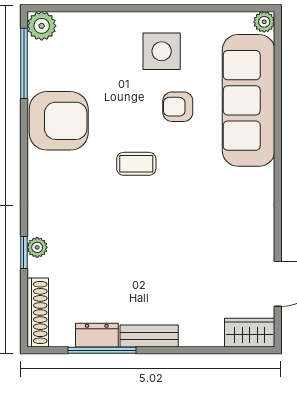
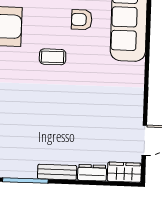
dresser: (97, 335) -> (92, 173), moved

